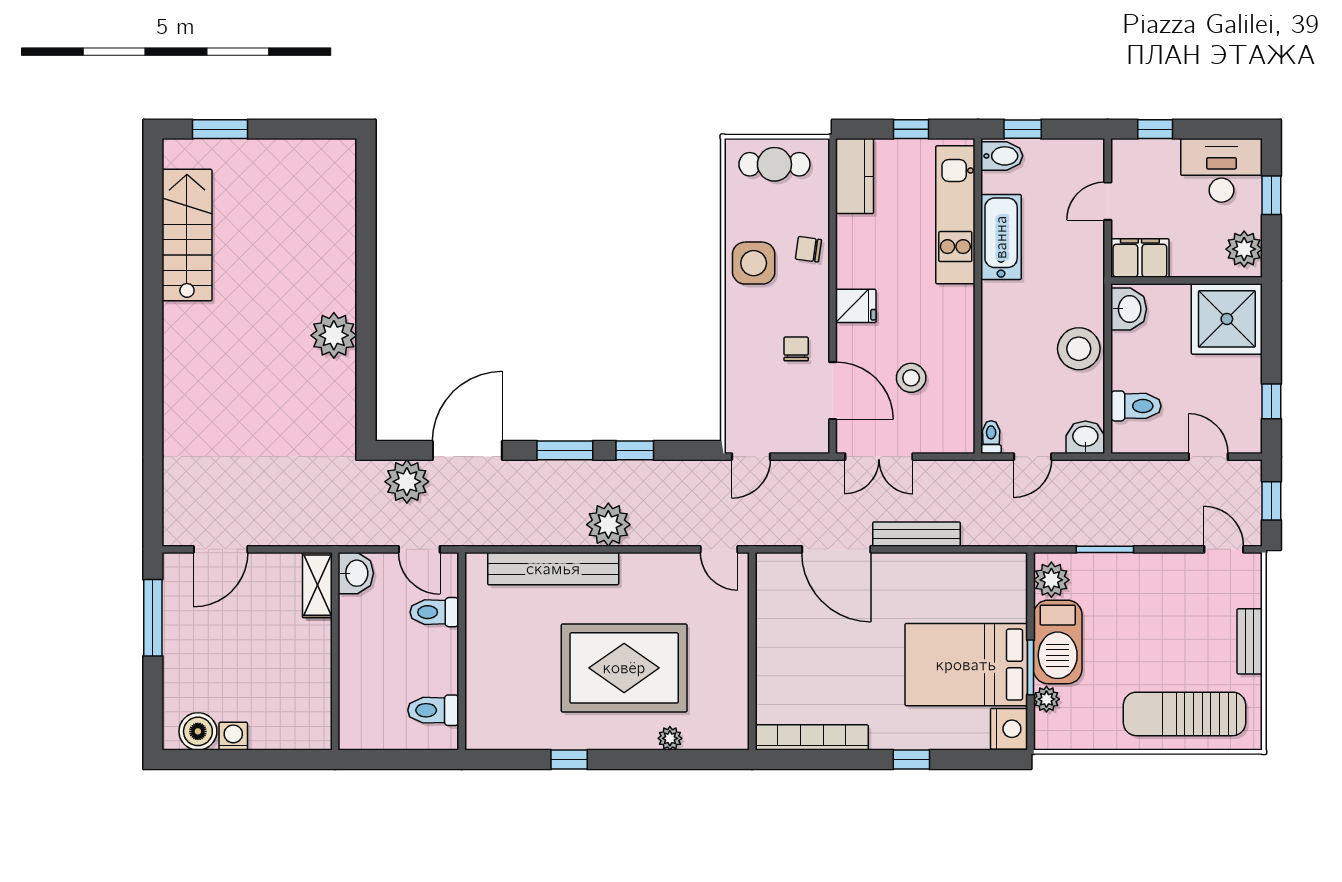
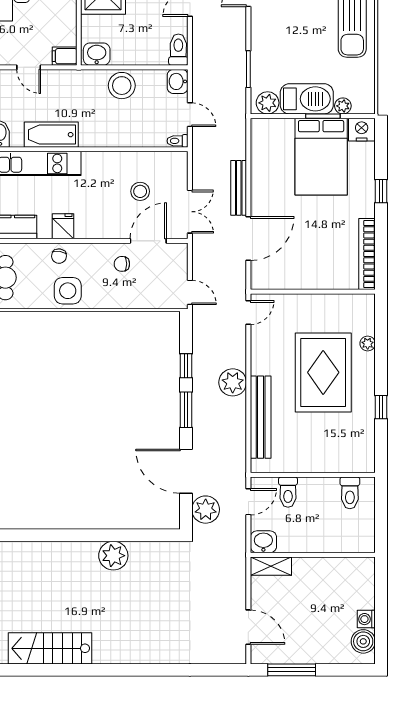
filing cabinet: (1140, 258) -> (65, 56), width x0.50
fridge: (856, 306) -> (63, 226), moved
toilet: (1136, 406) -> (178, 50), moved

